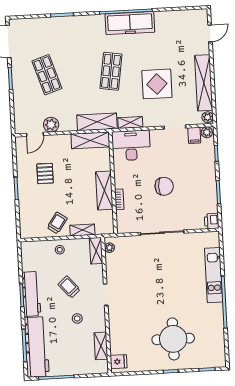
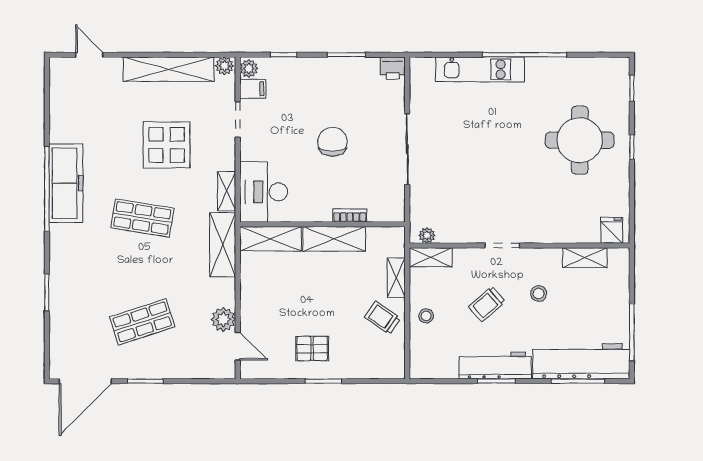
shelving: (90, 140) -> (270, 239), moved, turned 90
pallet: (45, 173) -> (312, 349), moved

